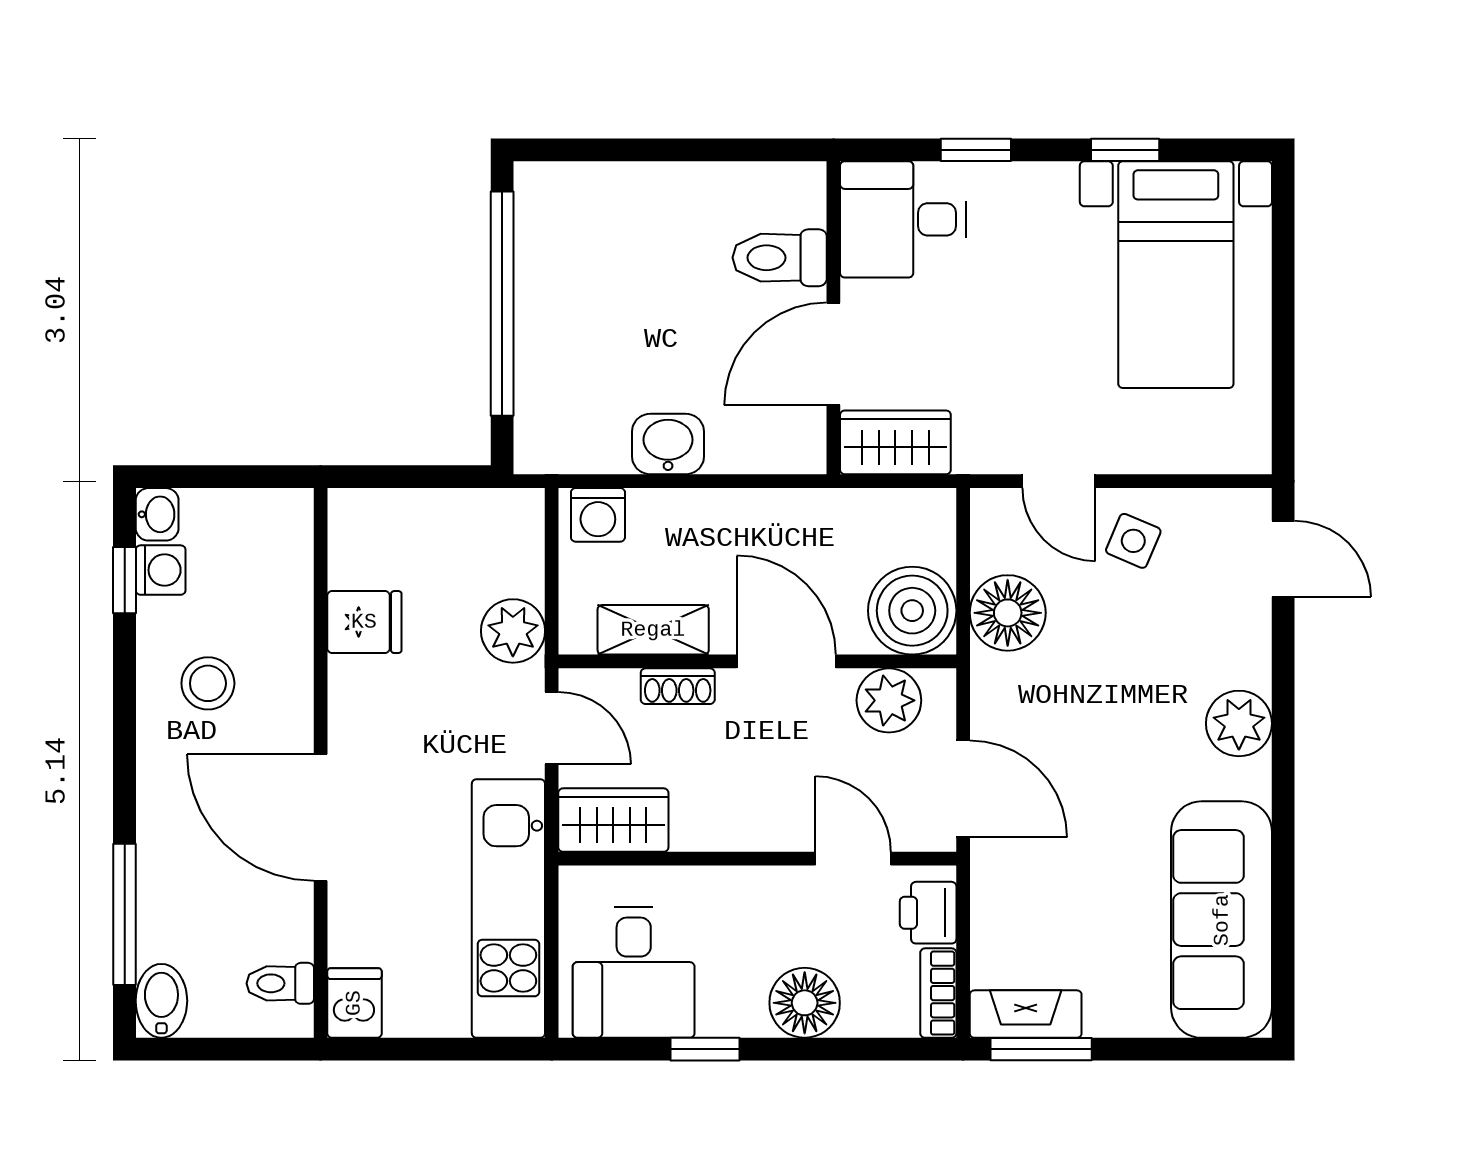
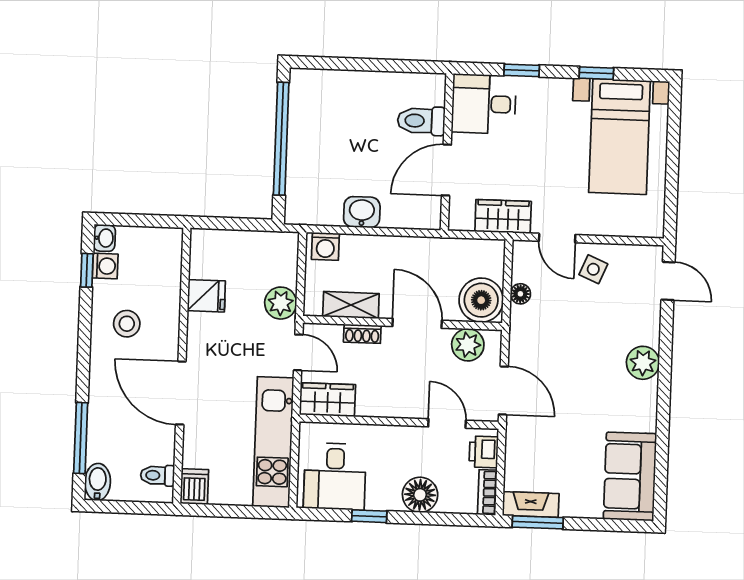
wardrobe: (895, 442) -> (503, 216), moved
floor lamp: (1008, 613) -> (520, 294), width x0.53, depth x0.53
sofa: (1222, 920) -> (630, 476), width x0.73

